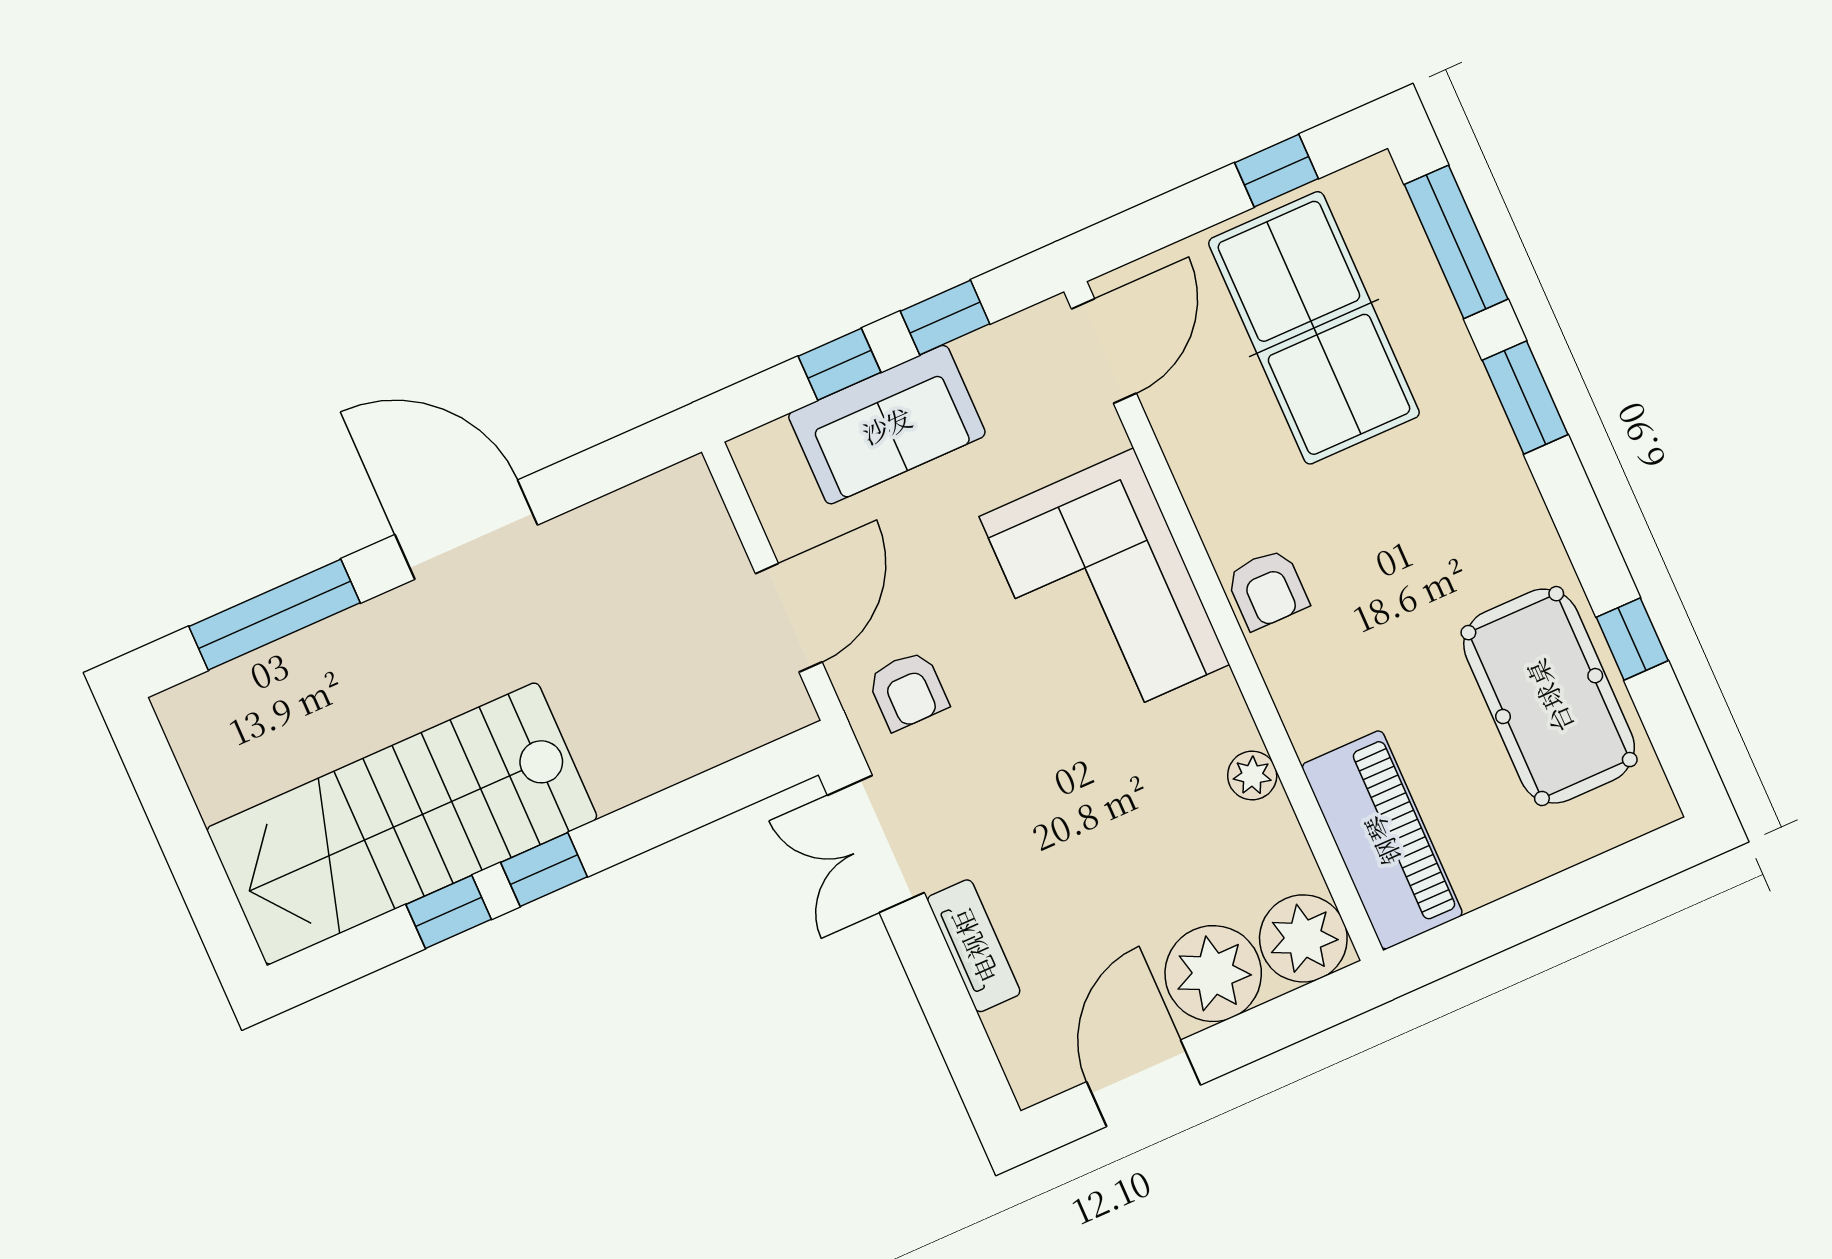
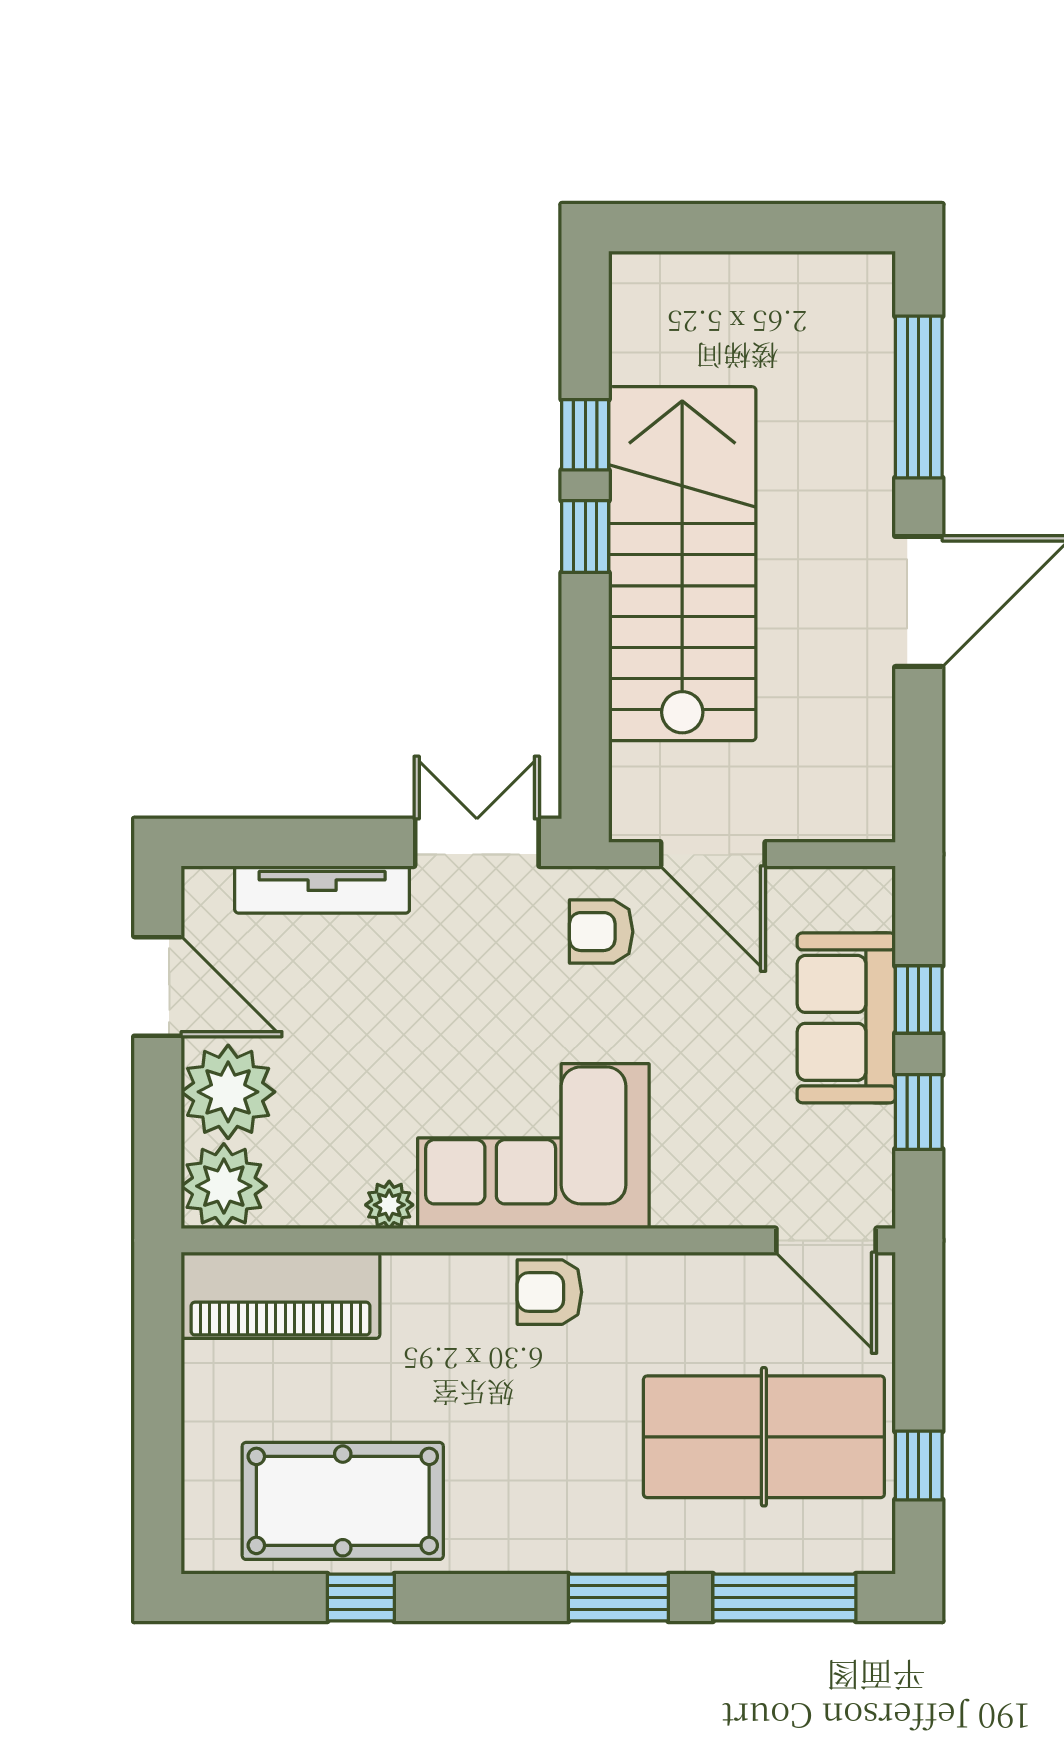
corner sofa: (1104, 590) -> (533, 1146), moved
stairs: (402, 824) -> (682, 564), moved
tv unit: (974, 946) -> (322, 889), width x1.41

